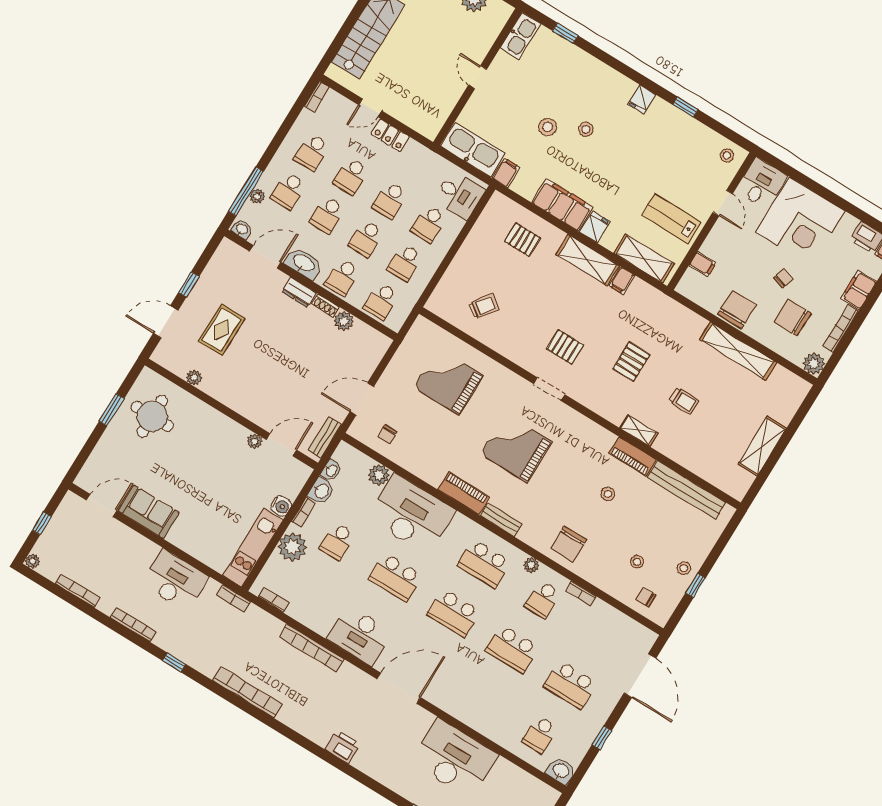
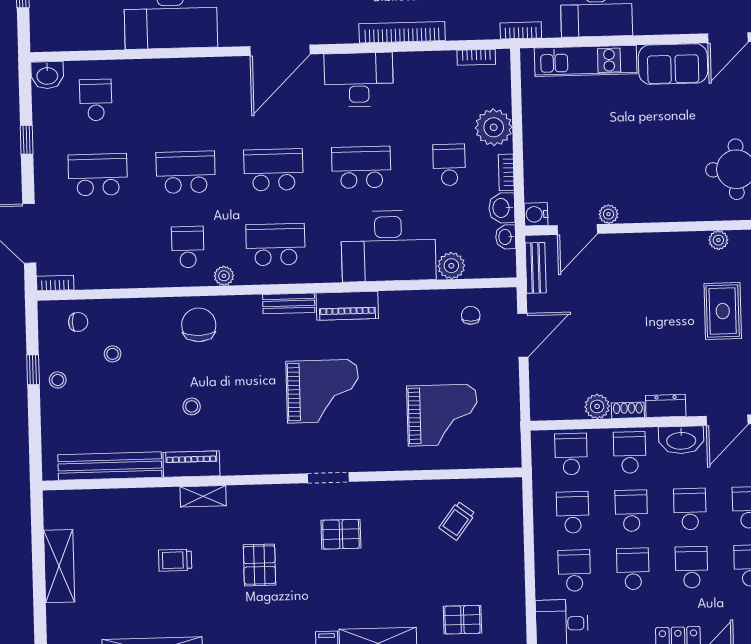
water cooler: (281, 506) -> (536, 214), moved
kitchen unit: (253, 548) -> (586, 61), moved, turned 90
bookcase: (581, 593) -> (55, 283), moved

